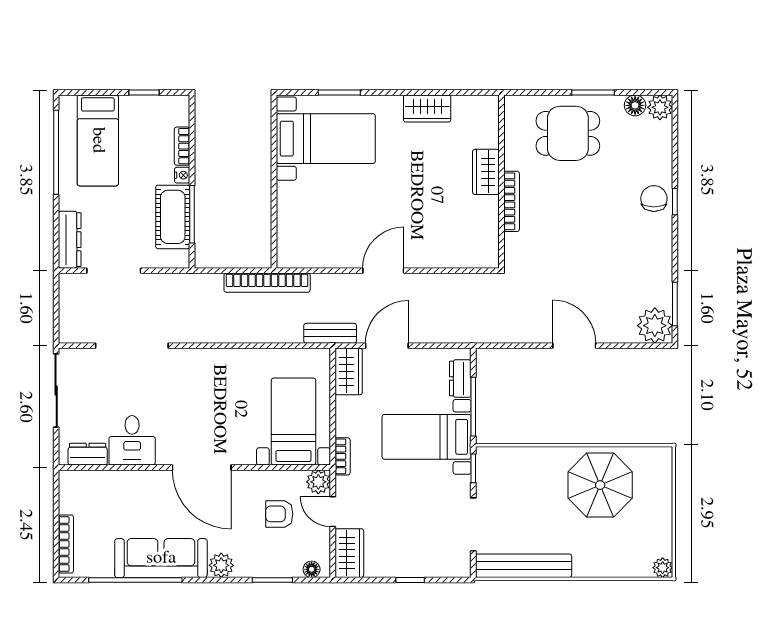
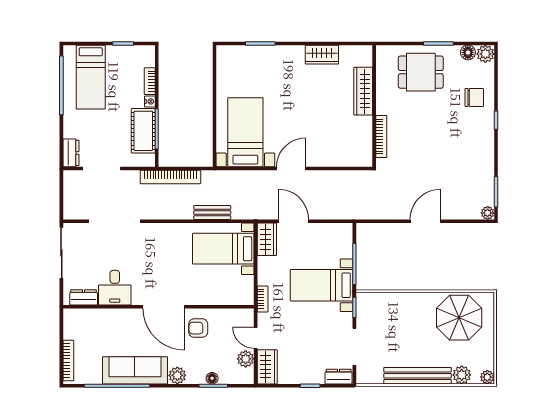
bed with nightstands: (326, 139) -> (245, 132), moved, turned -90
wardrobe: (486, 172) -> (363, 91), width x1.50
chair: (654, 199) -> (474, 97), moved, turned 90
bookcase: (512, 201) -> (381, 136), moved
dresser: (70, 240) -> (71, 153), width x0.70
bookcase: (267, 283) -> (170, 177), moved
plant: (655, 326) -> (488, 213), width x0.53, depth x0.53
bench: (330, 333) -> (212, 212), moved
door: (387, 346) -> (294, 221), hinge flipped
door: (574, 346) -> (425, 221), hinge flipped
dresser: (460, 379) -> (339, 377), moved, turned 90
bed with nightstands: (293, 422) -> (223, 249), moved, turned -90
plant: (318, 482) -> (246, 359), moved
parasol: (600, 485) -> (459, 318), moved
armchair: (279, 514) -> (198, 328), moved
plant: (626, 565) -> (462, 375), added
bench: (524, 566) -> (418, 376), moved
floor lamp: (312, 569) -> (212, 378), moved

